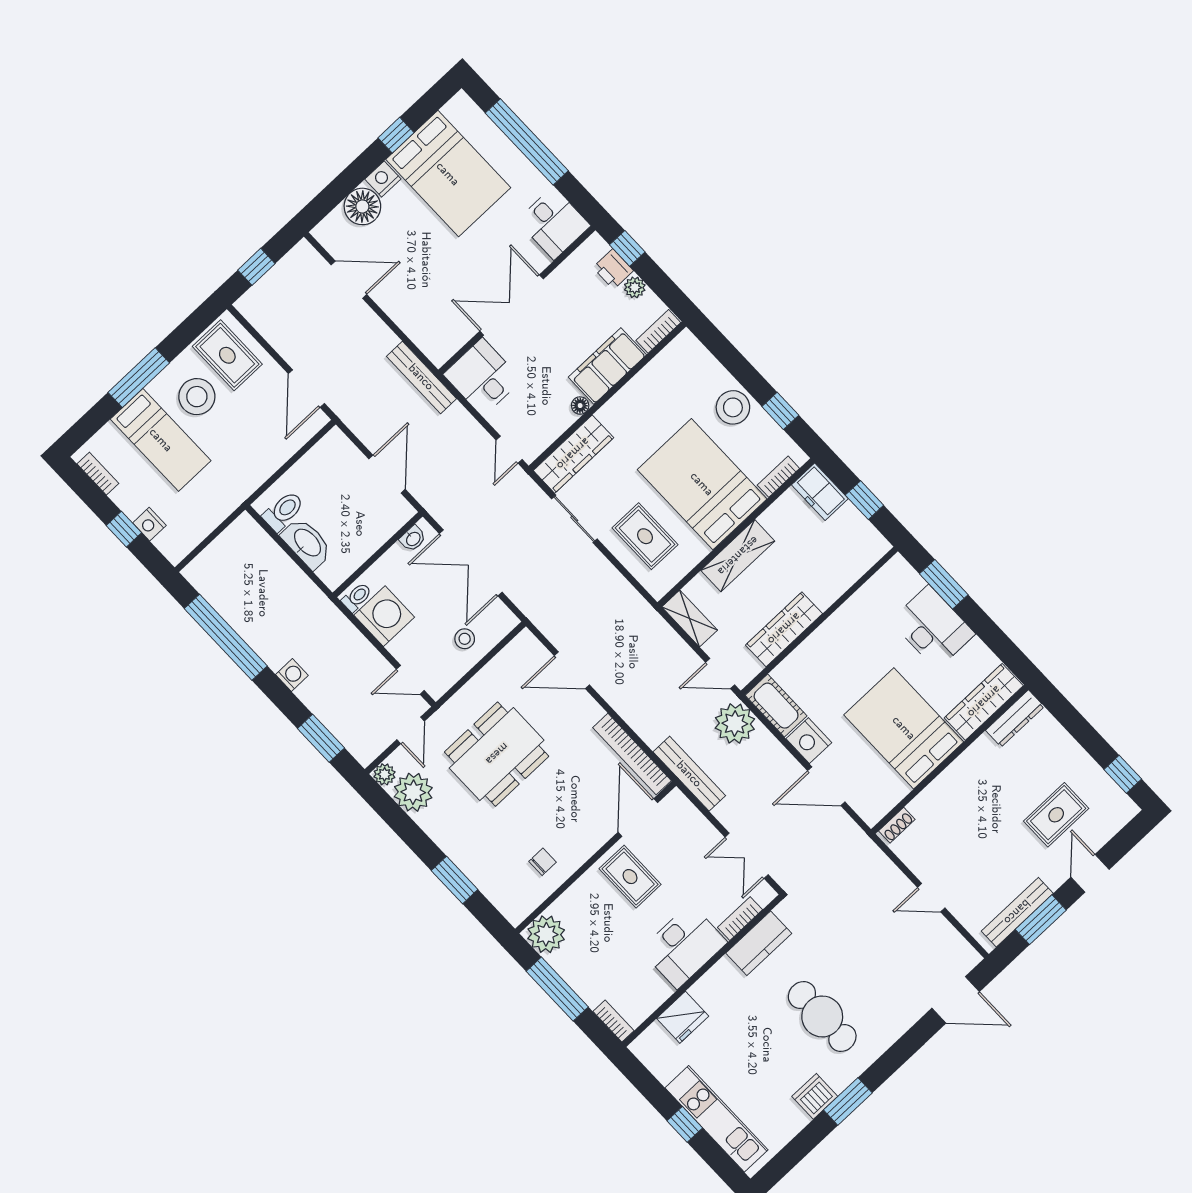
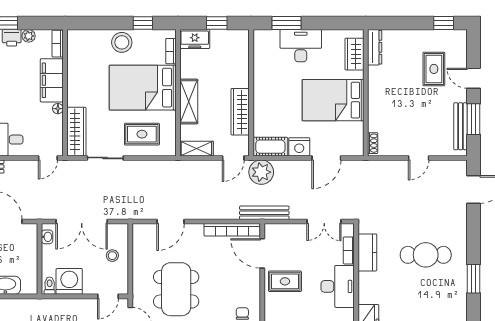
door: (509, 450) -> (48, 158), hinge flipped
wardrobe: (984, 702) -> (354, 54), width x0.67
dishwasher: (815, 1096) -> (458, 291), removed

